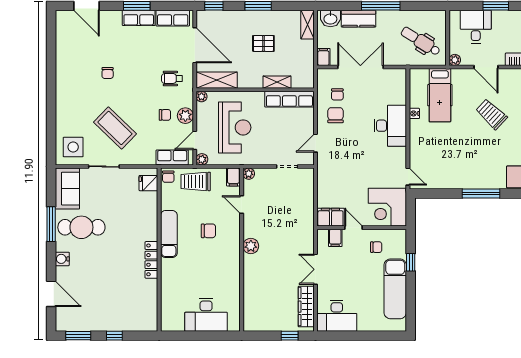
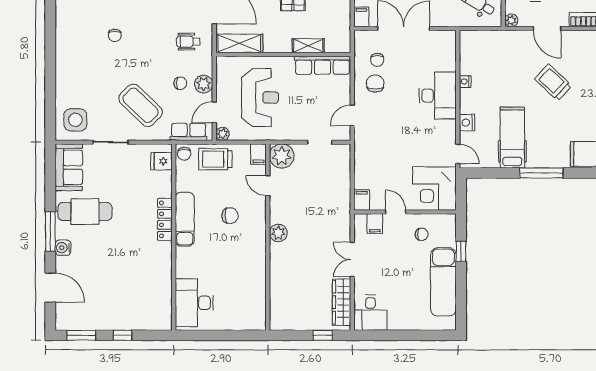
hospital bed: (440, 95) -> (512, 138), moved, turned 180
plant: (201, 97) -> (222, 62), removed
coffee table: (115, 128) -> (141, 105), moved
nightstand: (416, 149) -> (467, 123), added
plant: (249, 174) -> (282, 156), width x1.88, depth x1.88
filing cabinet: (330, 217) -> (362, 200), width x0.50
window: (51, 224) -> (50, 231), moved
locker: (151, 260) -> (165, 219), moved
desk: (206, 315) -> (194, 303), moved, turned 90
desk: (337, 316) -> (370, 313), width x0.73

